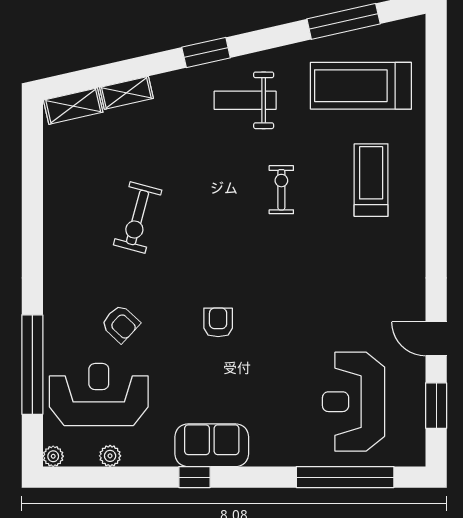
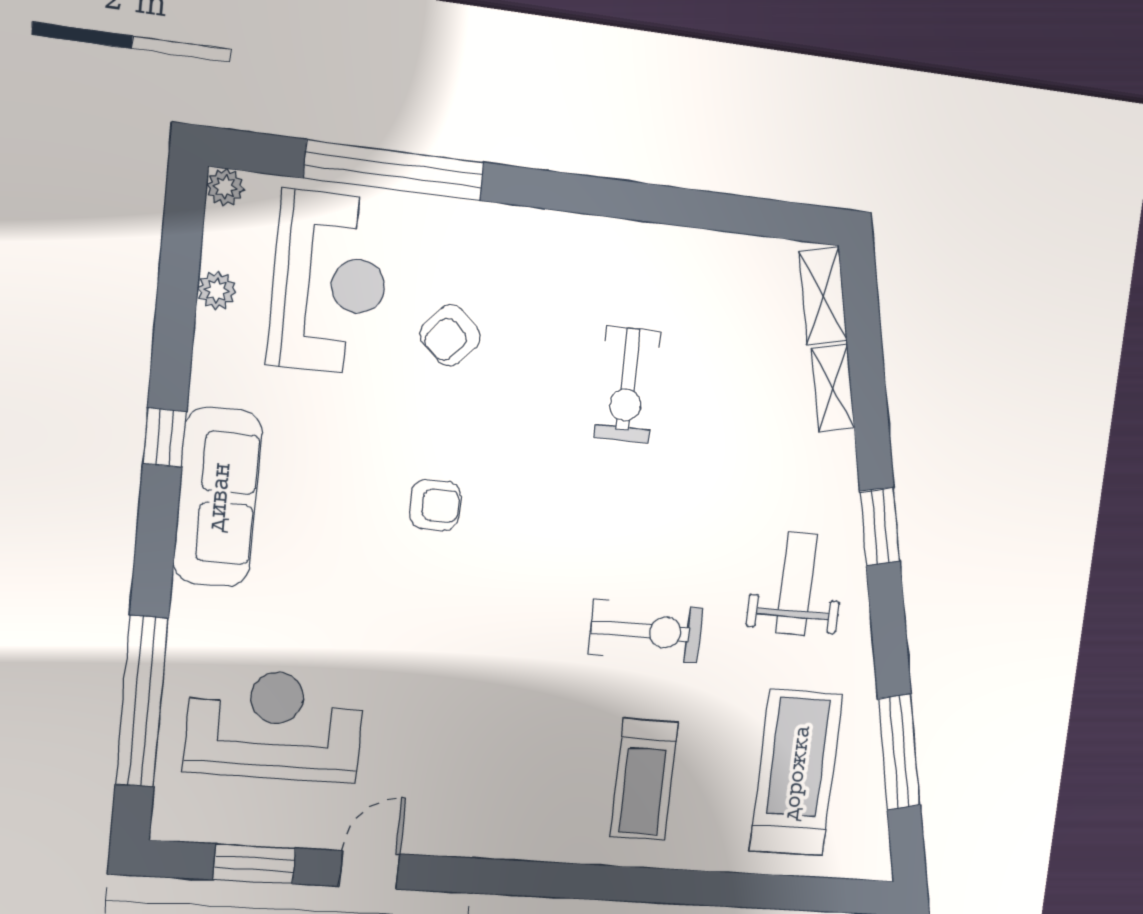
treadmill: (371, 180) -> (644, 779), turned 90
exercise bike: (281, 190) -> (646, 631), width x1.38, depth x1.39
exercise bike: (138, 217) -> (628, 385), turned -105
sofa: (212, 445) -> (218, 497), width x1.36

